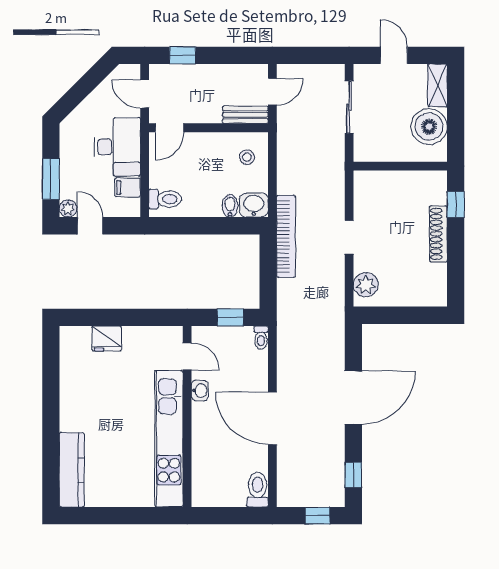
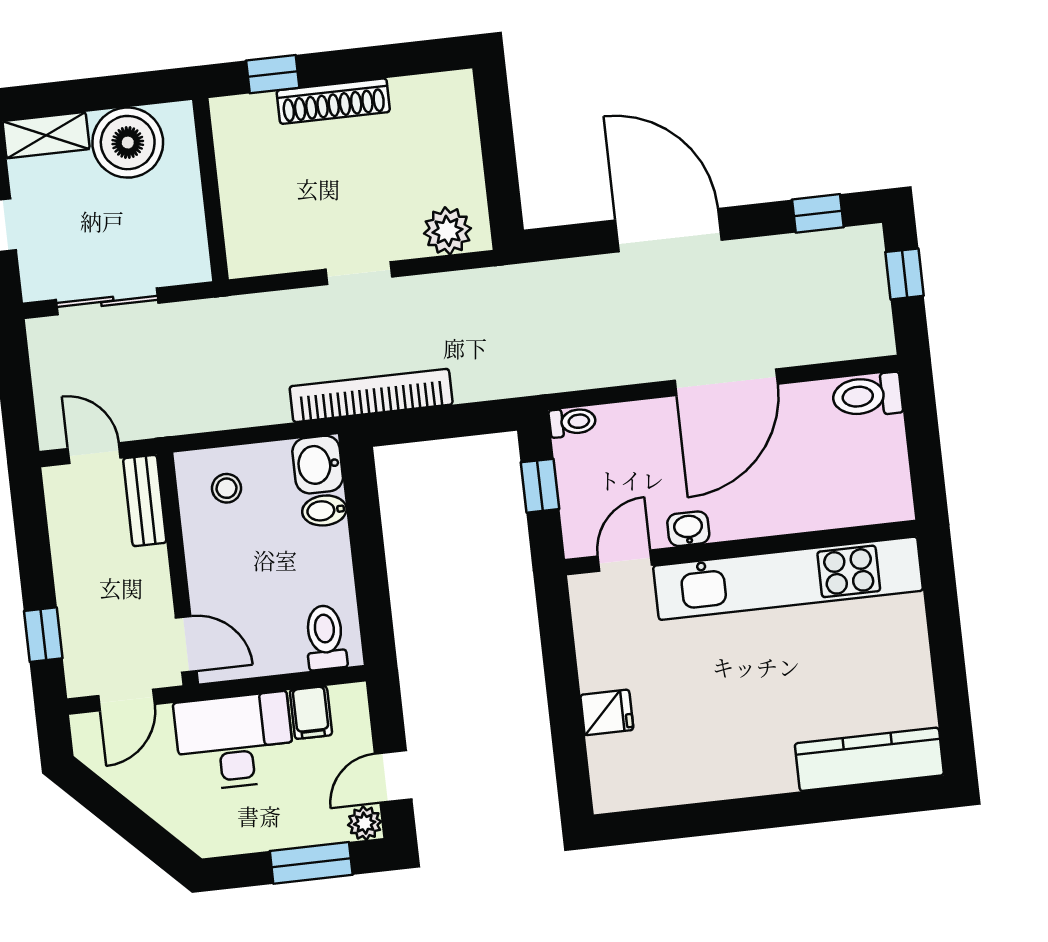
fridge: (107, 339) -> (607, 712), width x0.72

